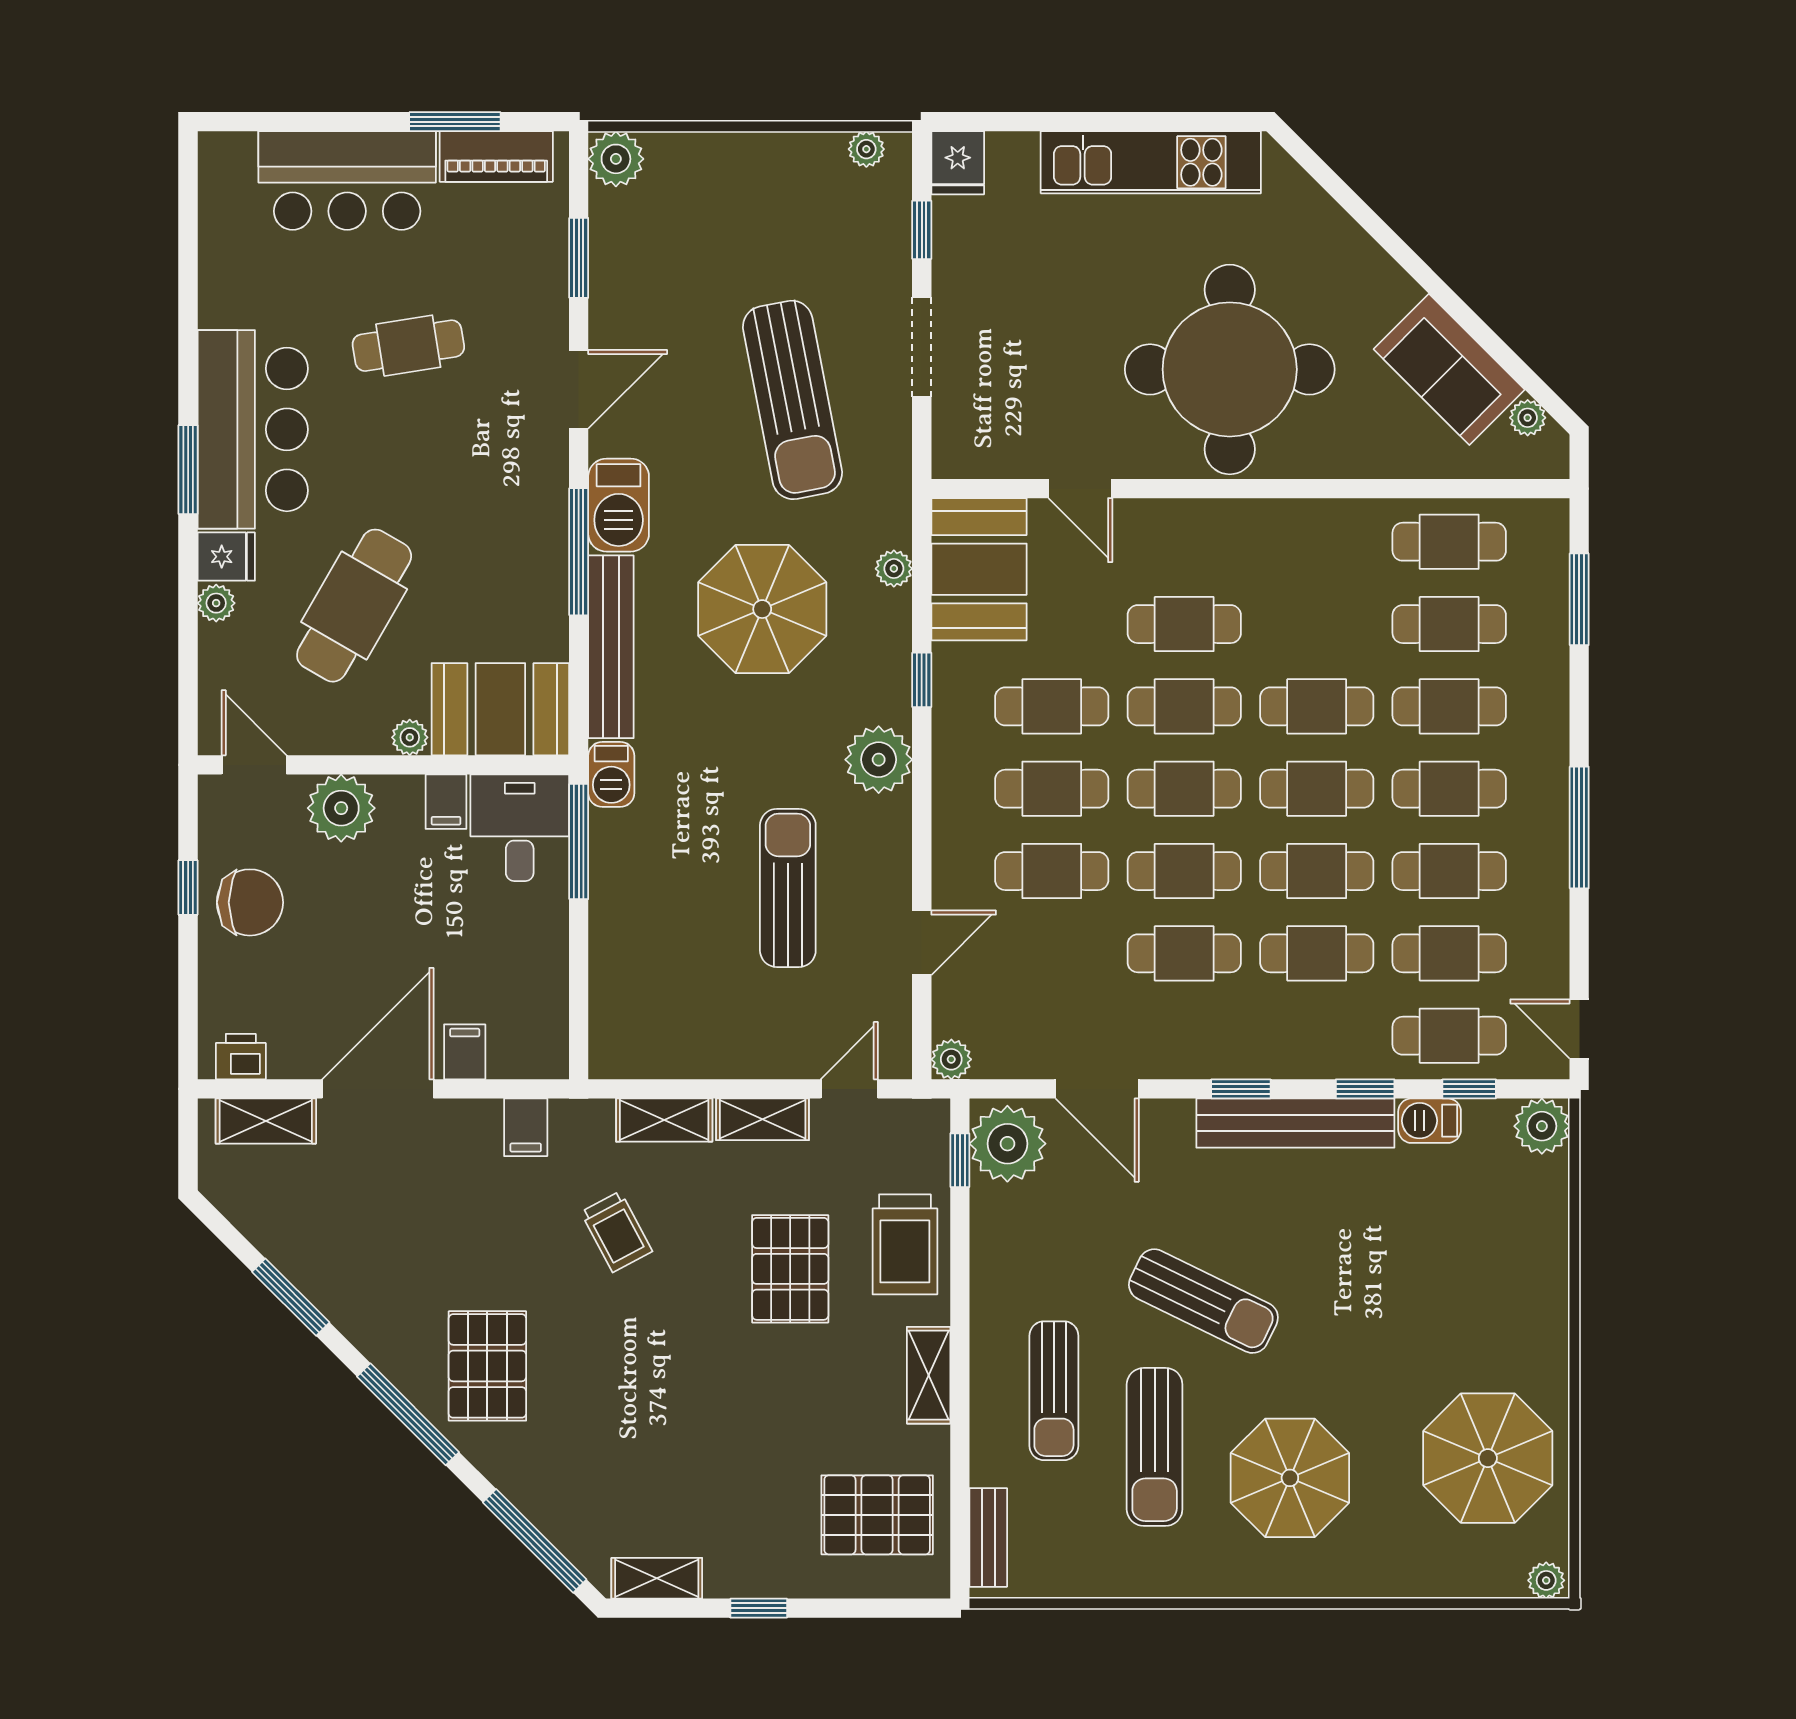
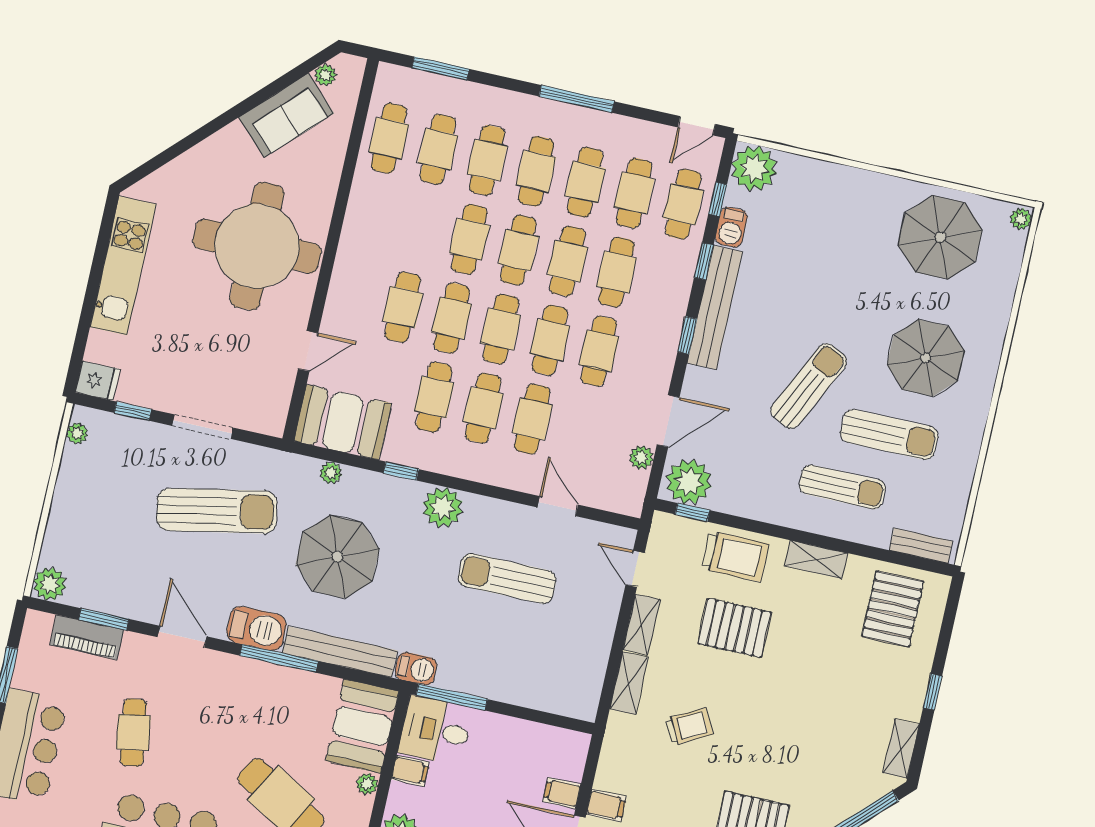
piano: (496, 157) -> (87, 637), moved, turned 90
plant: (951, 1059) -> (641, 457), moved
plant: (1542, 1126) -> (754, 168), width x1.36, depth x1.36
filing cabinet: (526, 1127) -> (606, 806), moved

